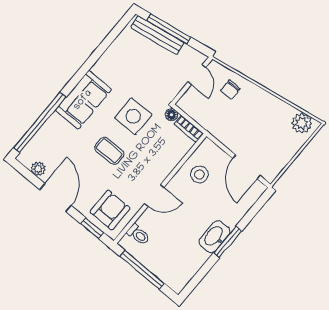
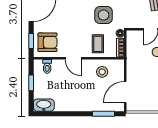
coffee table: (109, 151) -> (98, 44), moved
washbasin: (215, 237) -> (44, 105), moved
window: (228, 242) -> (103, 114), moved
window: (142, 270) -> (31, 83), width x0.46

